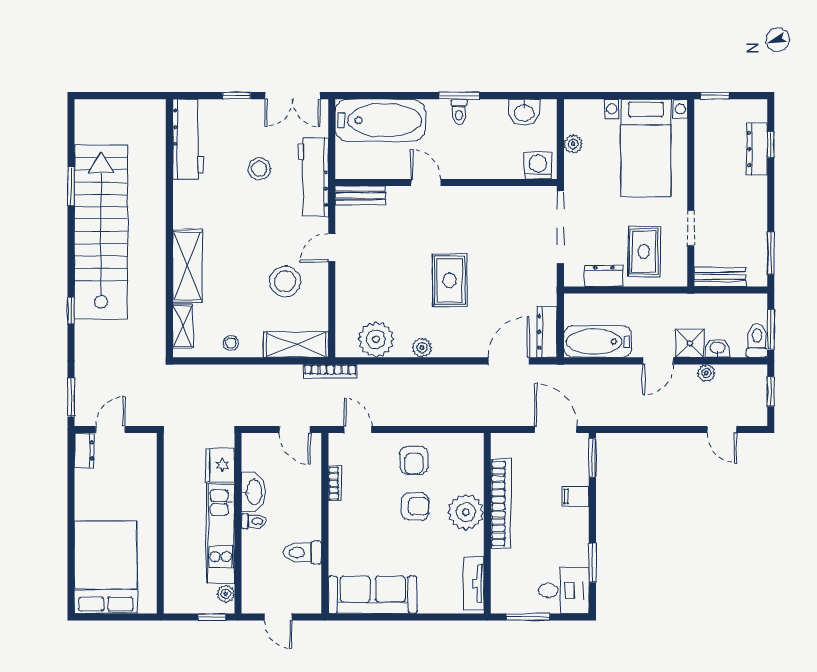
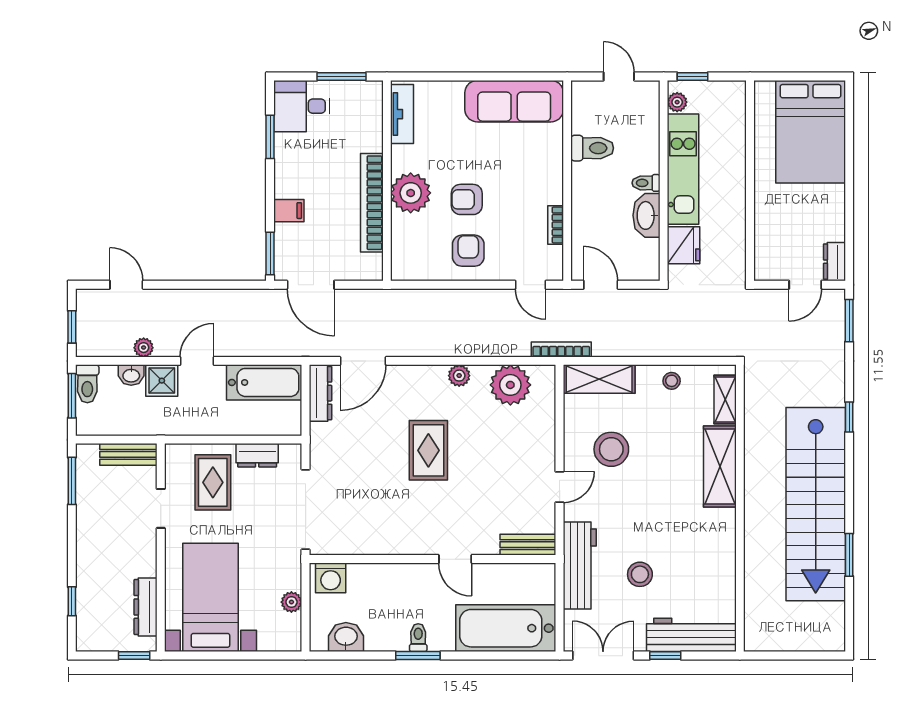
workbench: (188, 139) -> (691, 635), moved, turned 90
dresser: (757, 149) -> (146, 607), moved, turned 180

